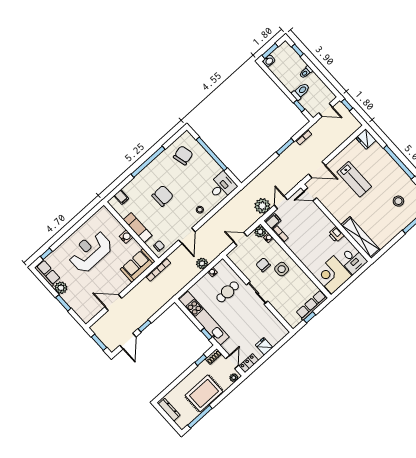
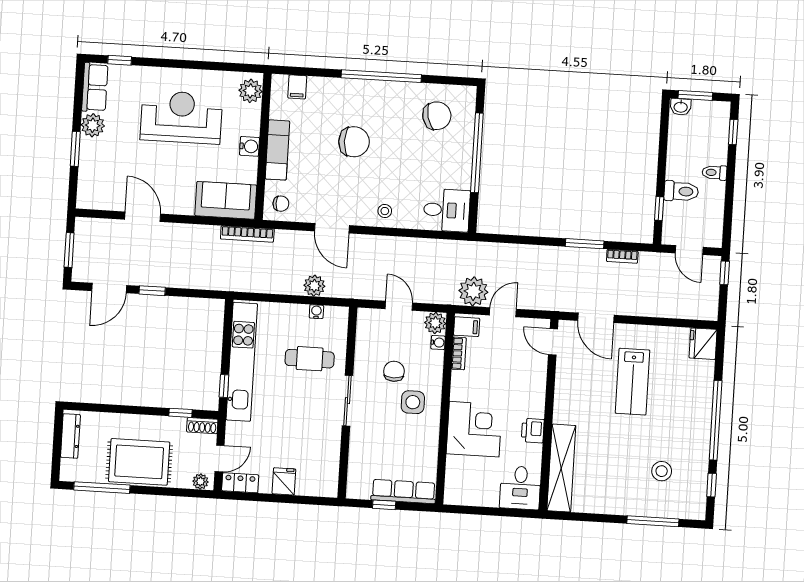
plant: (106, 216) -> (250, 91), added
door: (187, 236) -> (332, 228), hinge flipped
corner desk: (333, 275) -> (474, 429), moved, turned 90

